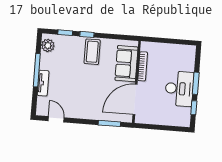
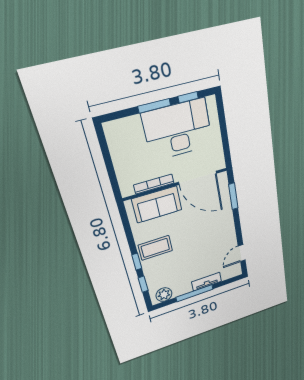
desk: (179, 89) -> (178, 130), width x1.36, depth x1.30

